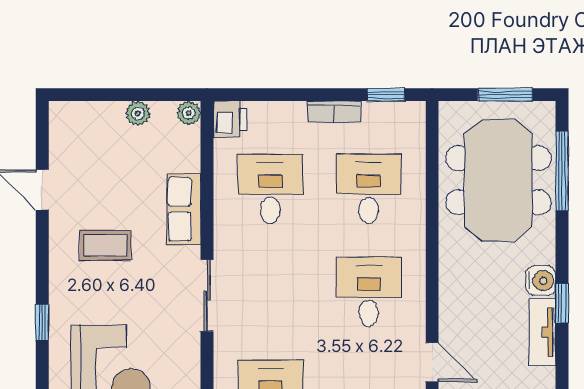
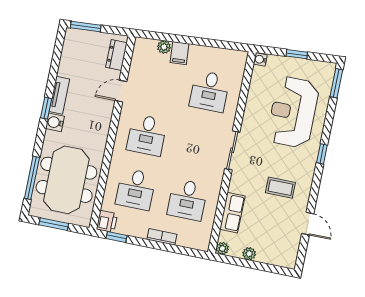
bookcase: (334, 112) -> (162, 237), moved
printer: (230, 119) -> (107, 221), moved, turned 180
row of seats: (184, 209) -> (232, 213), moved
door: (432, 362) -> (121, 91), hinge flipped

